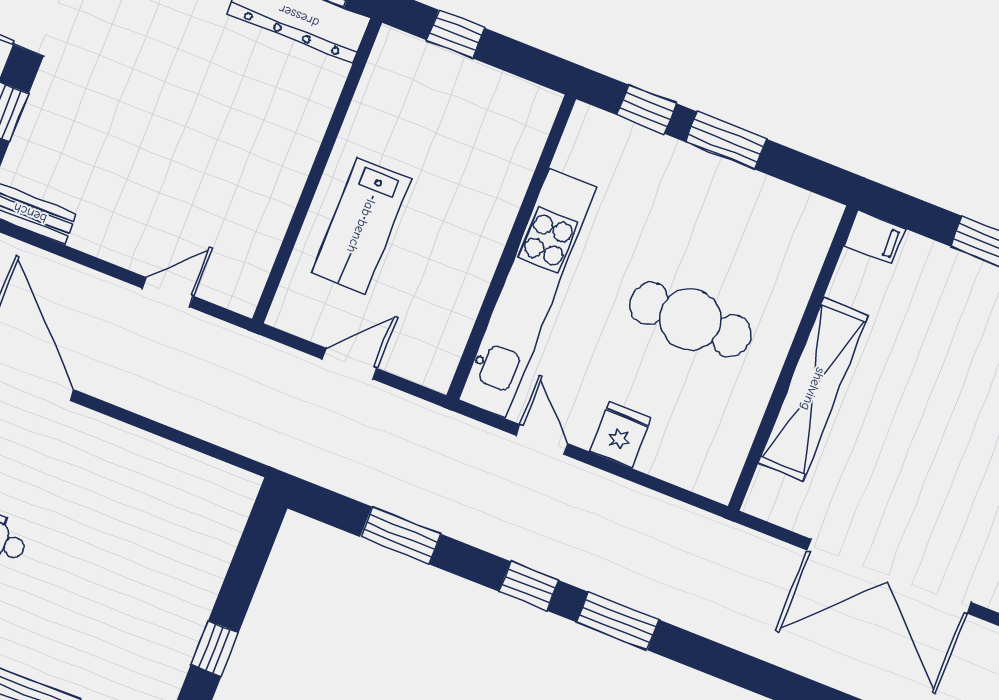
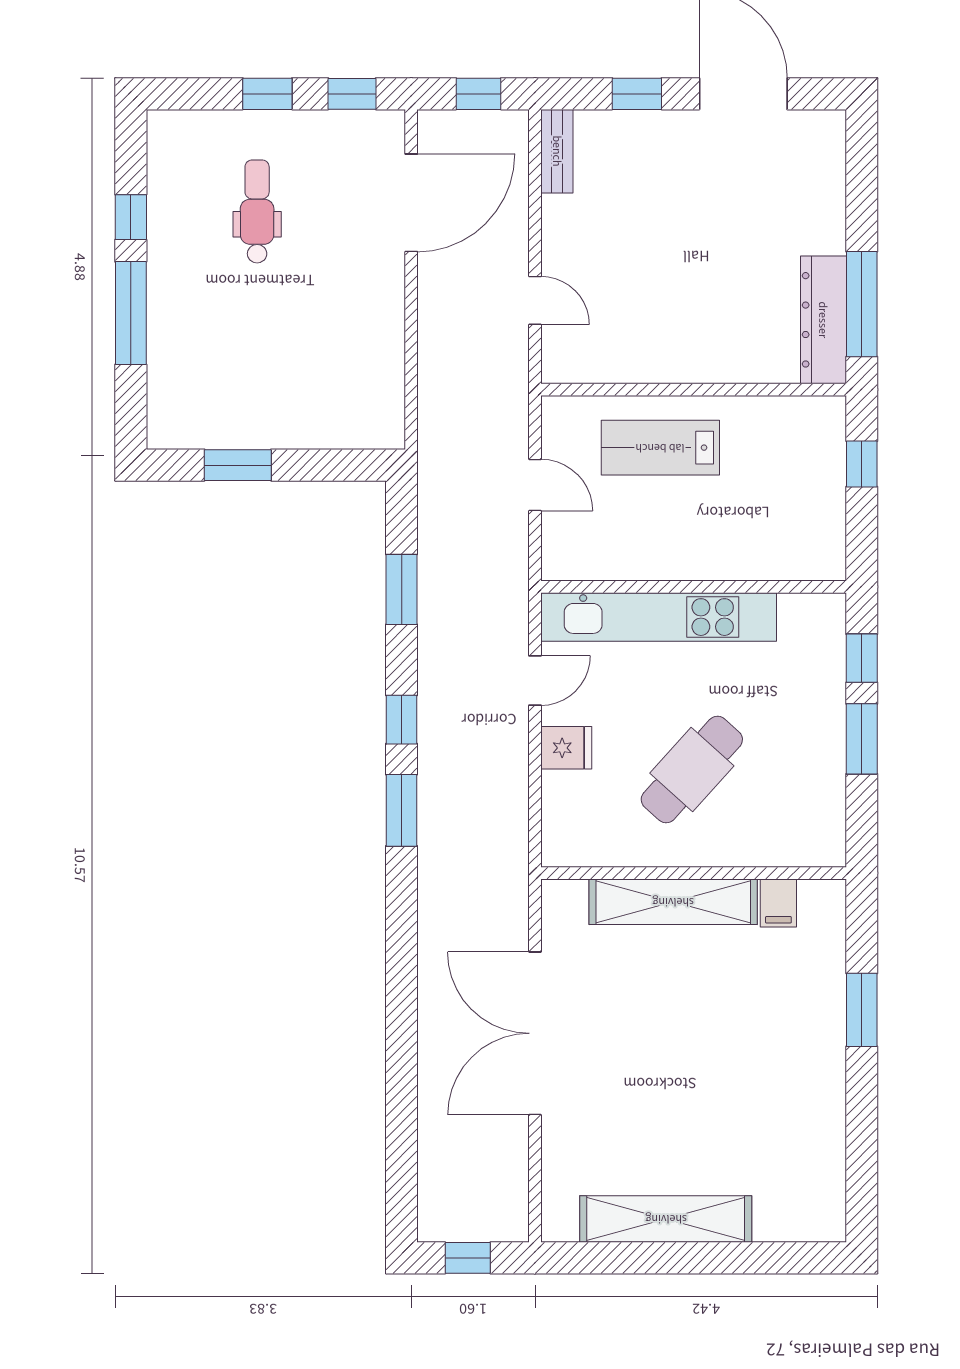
filing cabinet: (874, 237) -> (778, 903), moved
cafe table: (690, 320) -> (692, 770), turned 42
window: (215, 648) -> (238, 465), width x1.50

